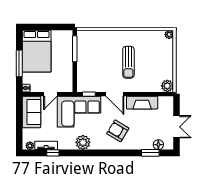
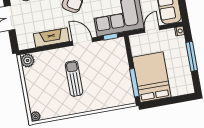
bed: (37, 51) -> (152, 77), moved

